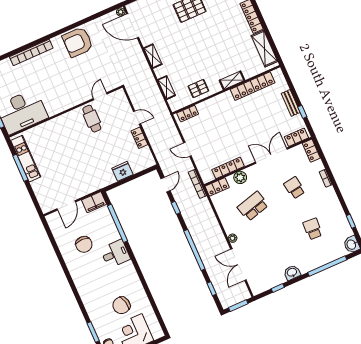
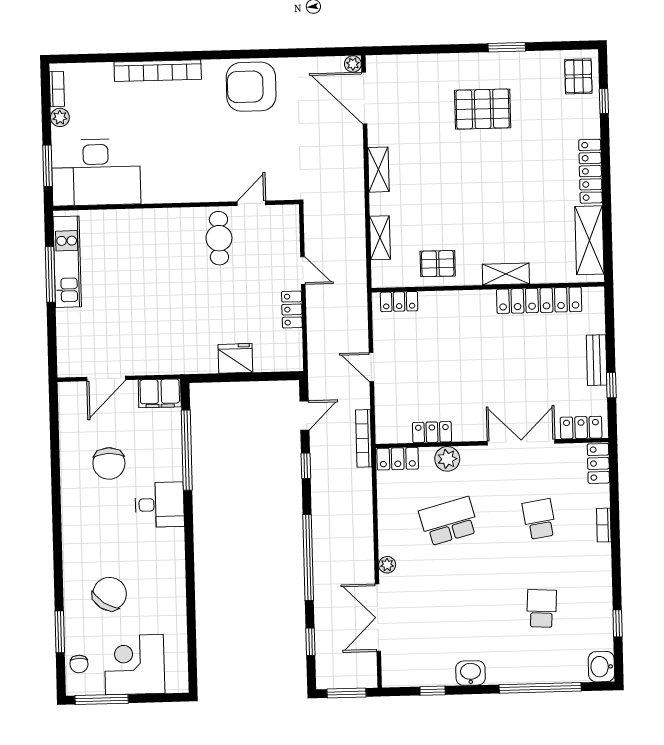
locker: (228, 168) -> (432, 432), width x0.66
chair: (121, 305) -> (110, 594), moved, turned 137

